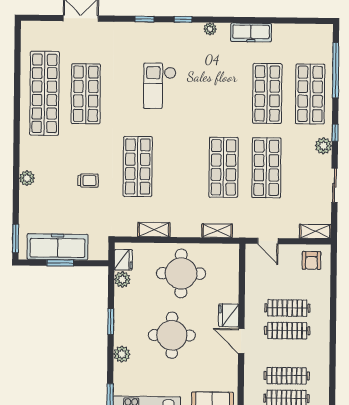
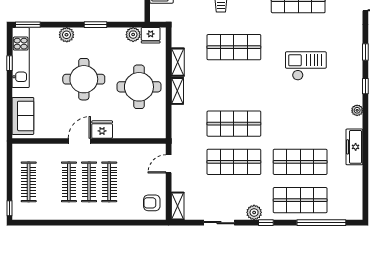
shelving: (217, 231) -> (177, 91), moved
clothes rail: (287, 376) -> (69, 182), moved

